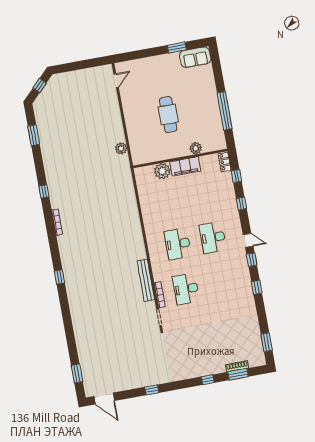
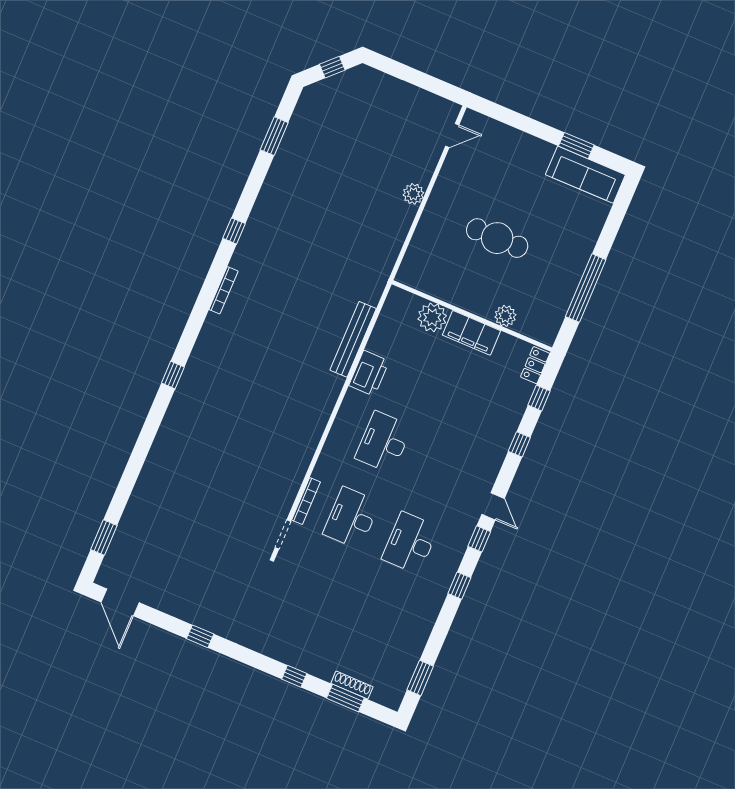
sofa: (195, 57) -> (585, 175), width x1.36
cafe table: (168, 115) -> (497, 238), turned 90
plant: (121, 148) -> (413, 194), moved
printer: (150, 216) -> (369, 373), added
desk: (213, 238) -> (410, 543), moved
bench: (146, 280) -> (353, 339), moved

